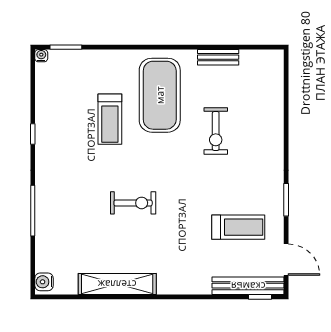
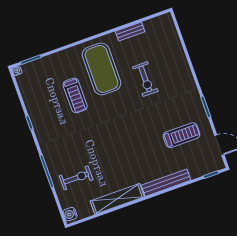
exercise bike: (133, 203) -> (76, 178), moved
bench: (248, 286) -> (166, 183), moved

